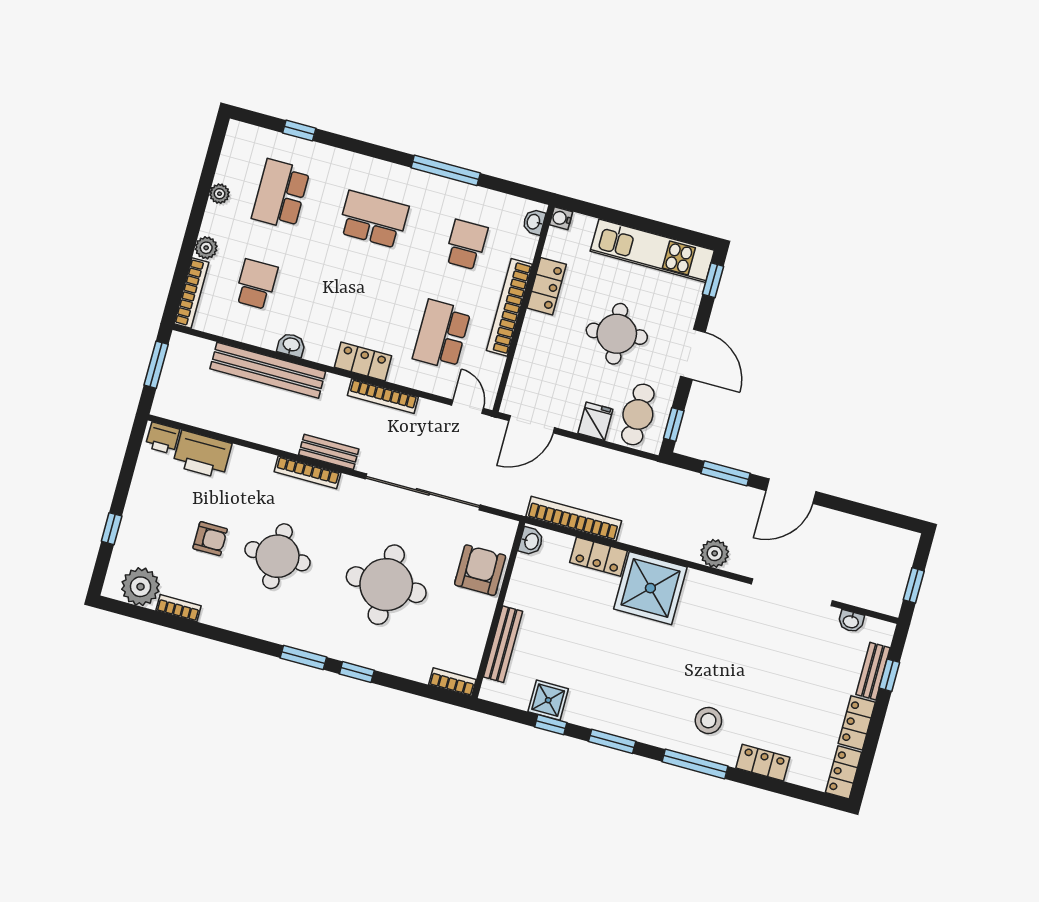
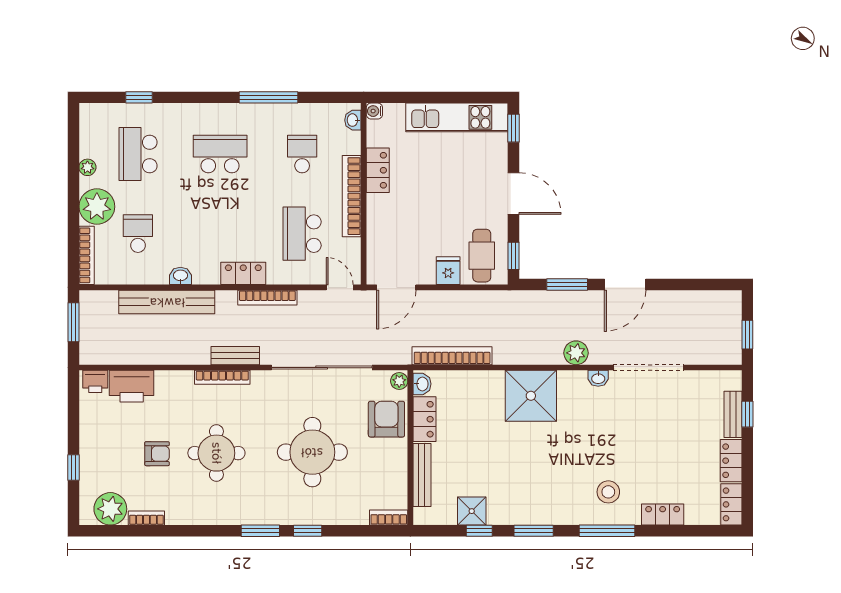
plant: (206, 248) -> (97, 207), width x1.87, depth x1.87
round table: (617, 334) -> (446, 194), removed
plant: (506, 531) -> (399, 381), added
locker: (598, 557) -> (424, 419), moved, turned -90
washbasin: (851, 621) -> (598, 378), moved

